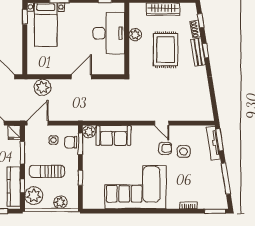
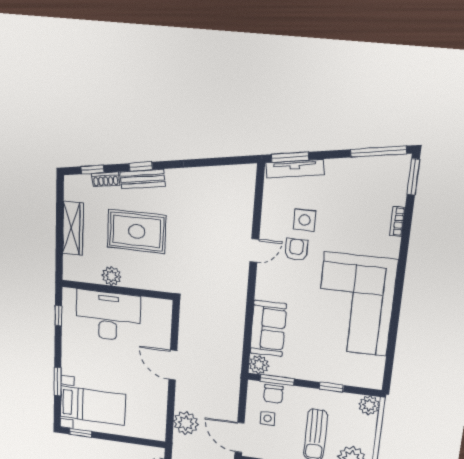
window: (226, 179) -> (378, 152), moved
plant: (60, 202) -> (369, 405), moved

